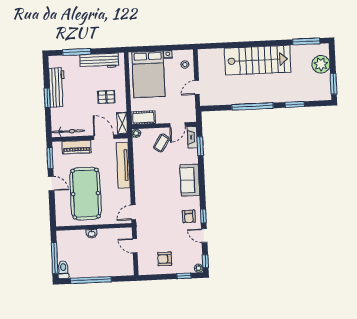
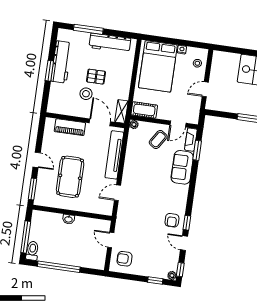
pallet: (106, 97) -> (96, 77), moved
stool: (86, 113) -> (86, 94), added
bicycle: (68, 131) -> (64, 109), removed
window: (50, 158) -> (32, 189), moved
sofa: (190, 180) -> (182, 167), moved
pool table: (86, 194) -> (70, 177), width x0.73, depth x0.76
door: (133, 212) -> (117, 193), moved
armchair: (165, 259) -> (125, 259), moved

